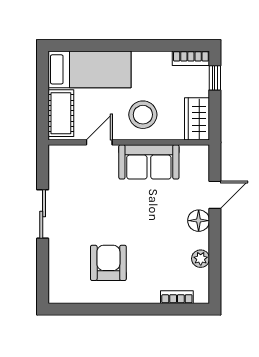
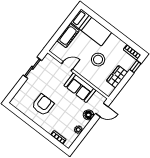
door: (99, 142) -> (67, 66), moved
wall: (129, 142) -> (78, 75), moved
sofa: (149, 162) -> (80, 88), moved

